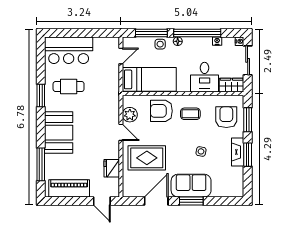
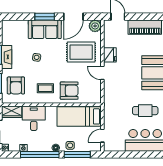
plant: (130, 115) -> (95, 26), moved
fridge: (112, 168) -> (110, 55), moved

